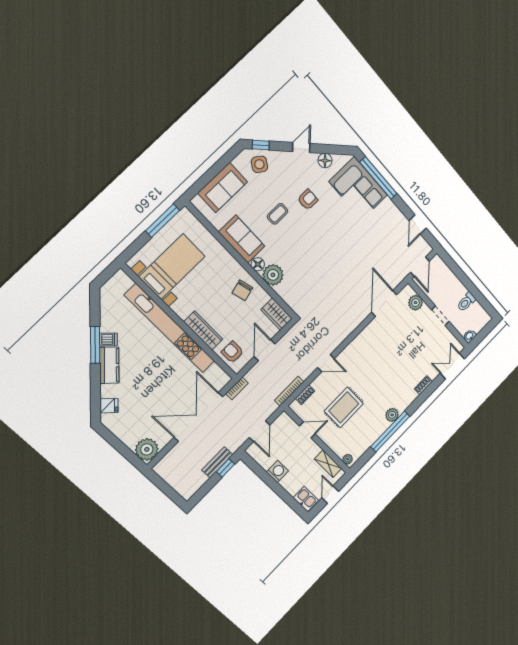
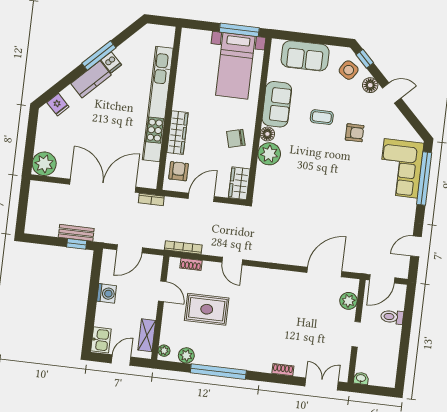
floor lamp: (325, 161) -> (370, 85), moved
bed with nightstands: (172, 266) -> (235, 66), moved, turned 90
toilet: (466, 302) -> (392, 317), moved
plant: (392, 415) -> (186, 355), moved

